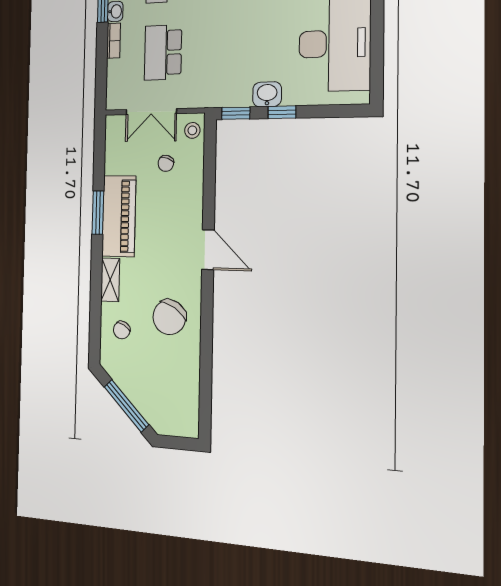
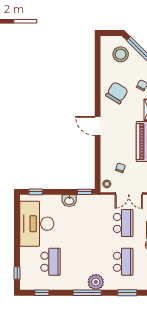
double door: (151, 112) -> (129, 194), swing flipped
window: (282, 112) -> (36, 192), moved
stool: (161, 397) -> (121, 54), added

